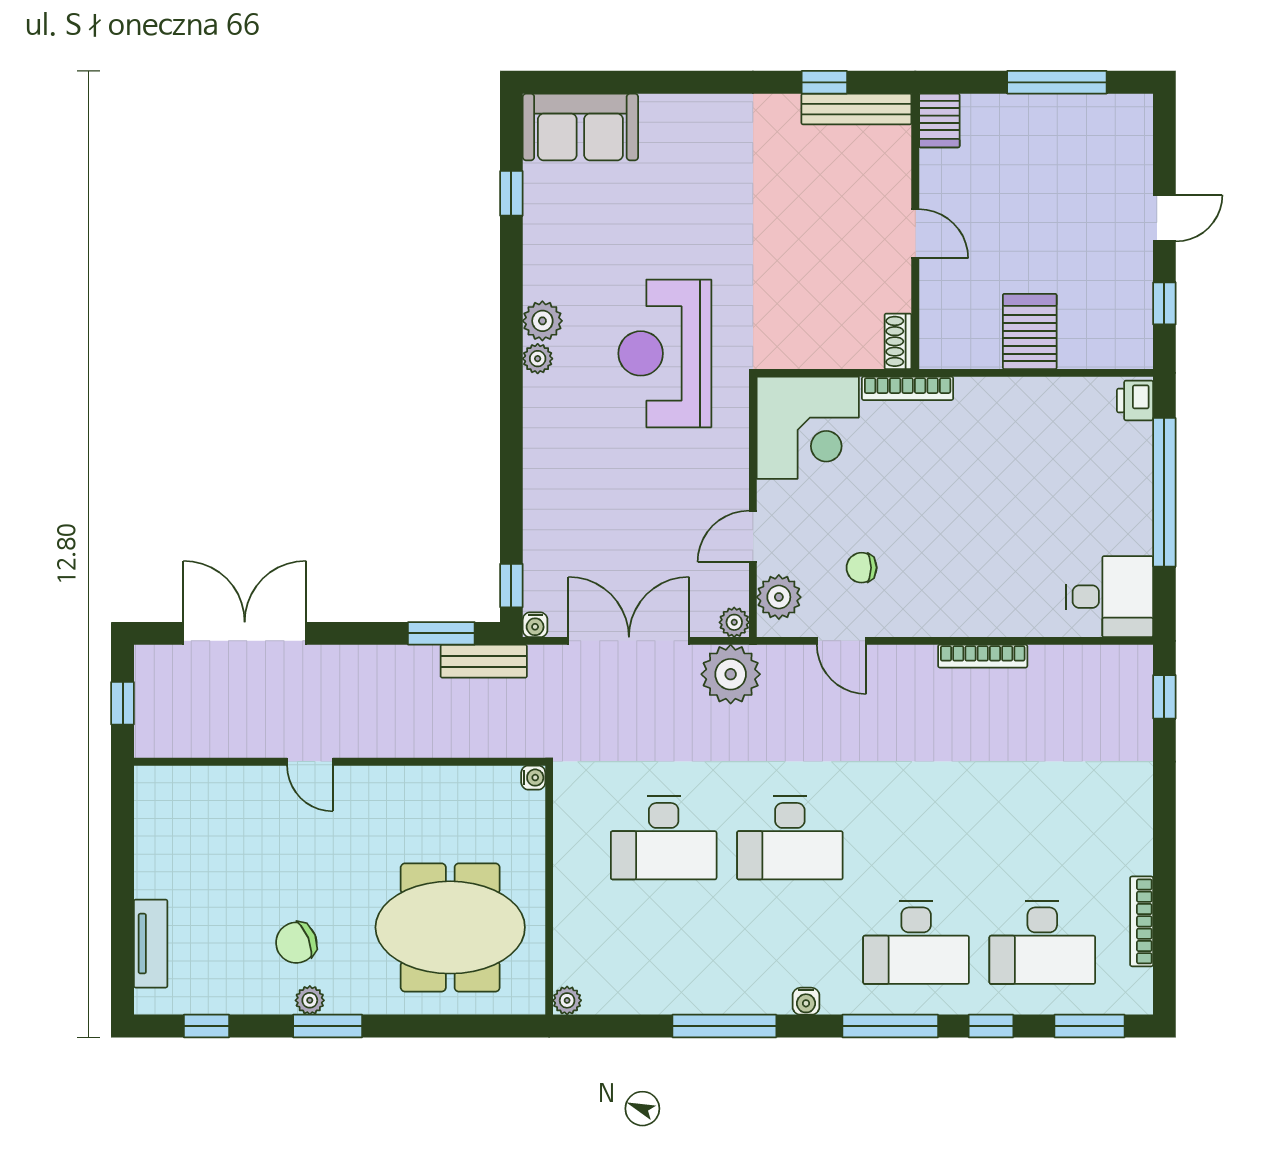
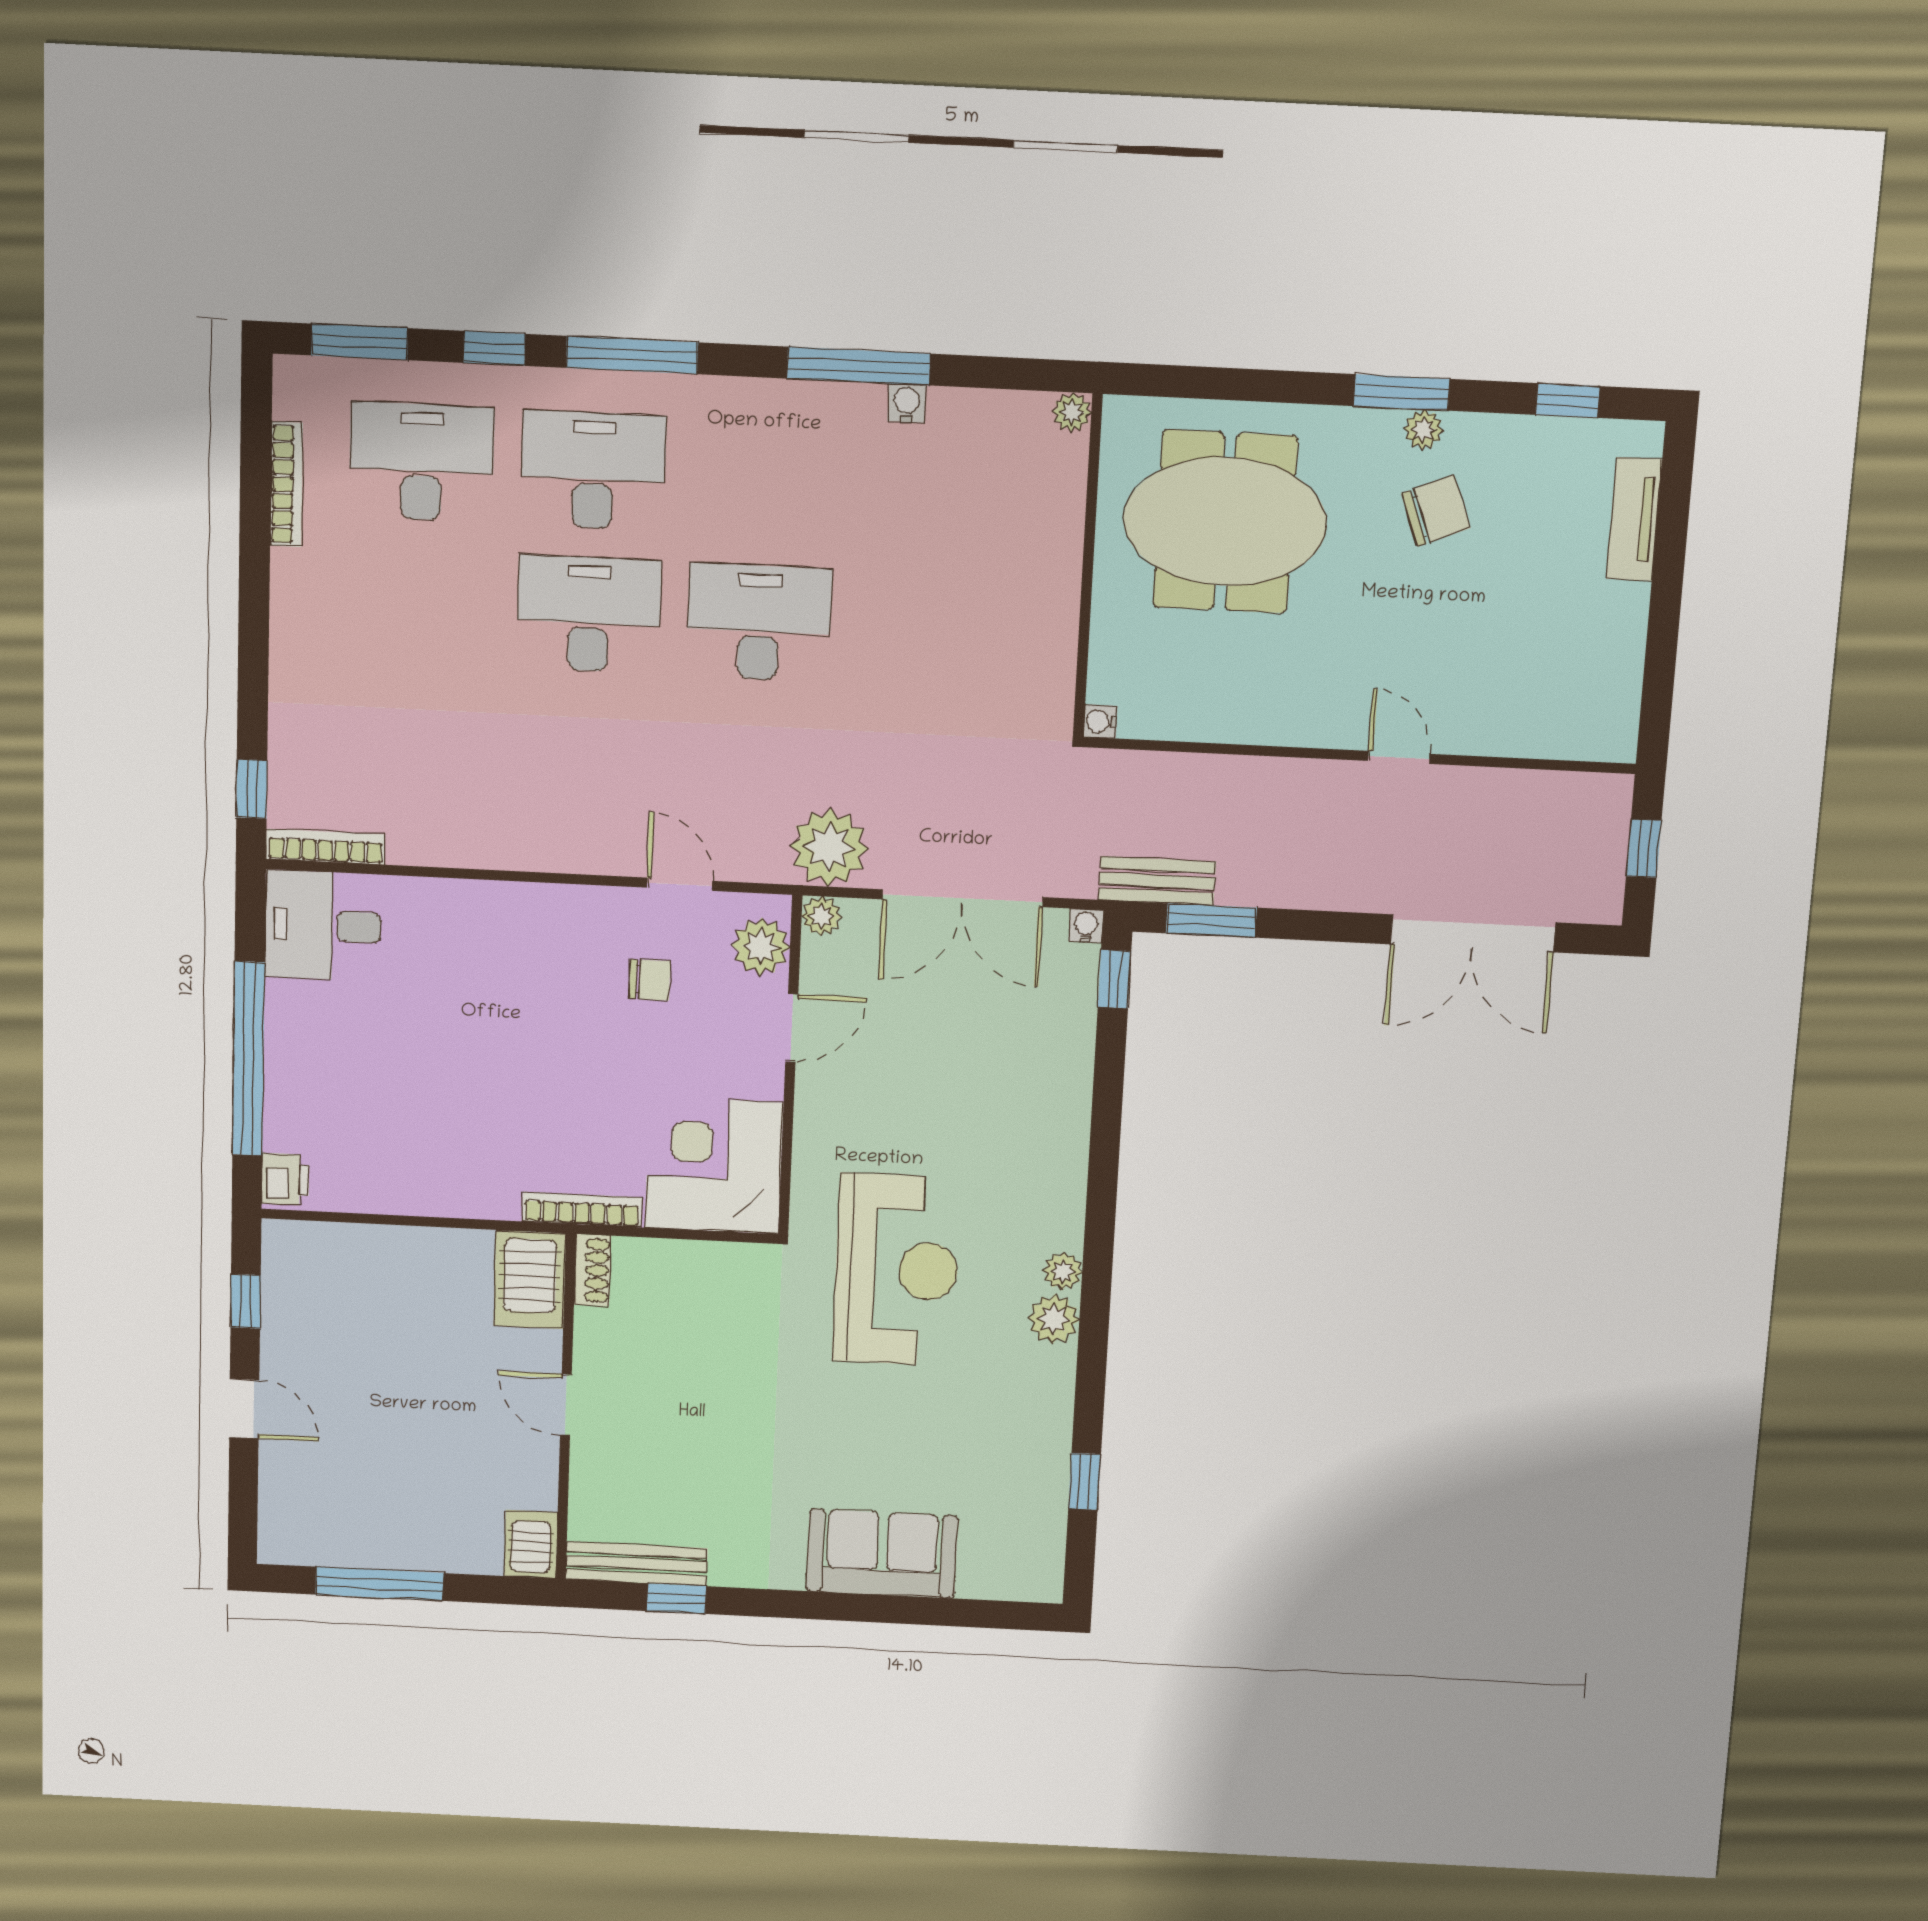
sofa: (580, 127) -> (882, 1554), moved
door: (1164, 218) -> (244, 1409), swing flipped
server rack: (1030, 332) -> (530, 1280), moved
bookcase: (983, 656) -> (325, 847), moved
desk: (664, 838) -> (589, 614), moved
water cooler: (806, 1001) -> (907, 403), moved

